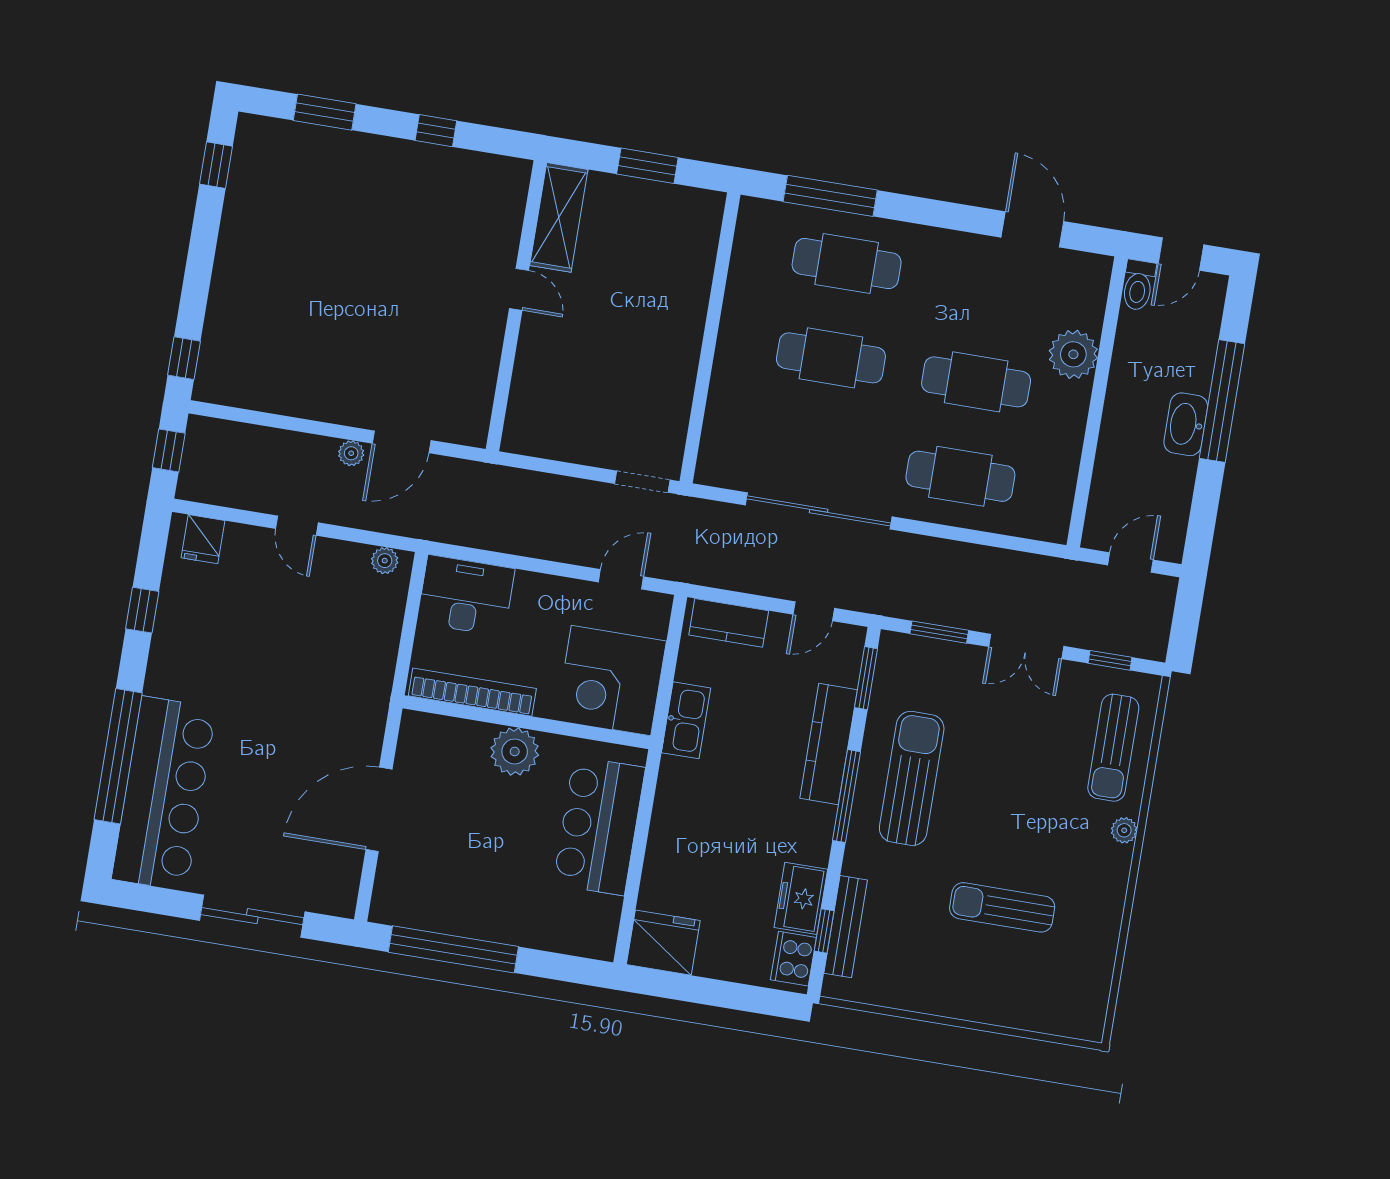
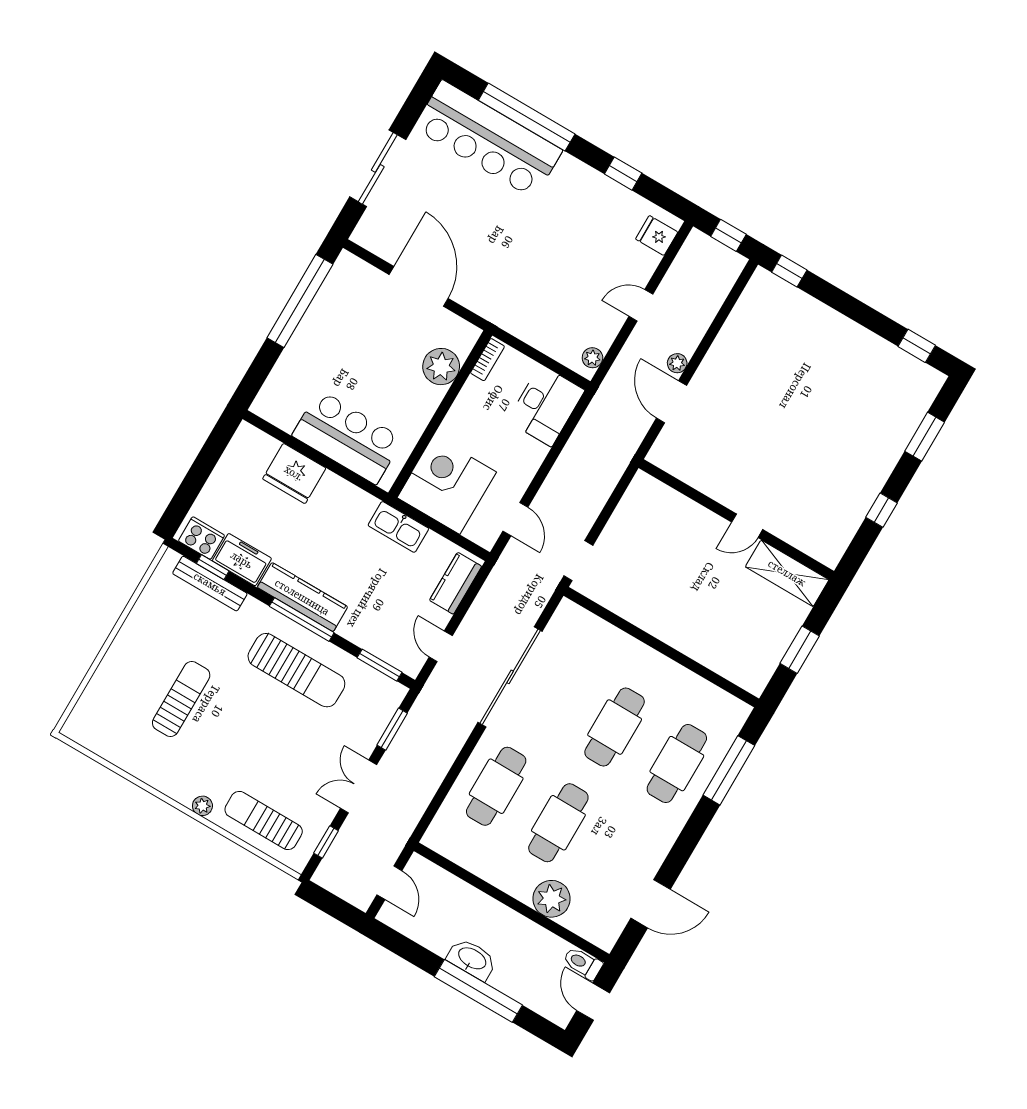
bookcase: (472, 692) -> (487, 360), width x0.43, depth x0.76
kitchen counter: (829, 744) -> (302, 597), moved
plant: (515, 751) -> (441, 367), moved
fridge: (663, 943) -> (294, 473), moved, turned 90

